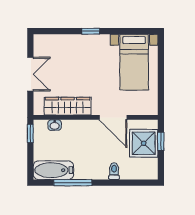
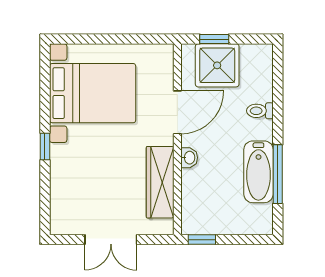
bed with nightstands: (134, 62) -> (93, 93), width x1.36
double door: (30, 74) -> (111, 240), swing flipped
washbasin: (55, 125) -> (189, 158), moved
bathtub: (53, 170) -> (258, 172), moved

